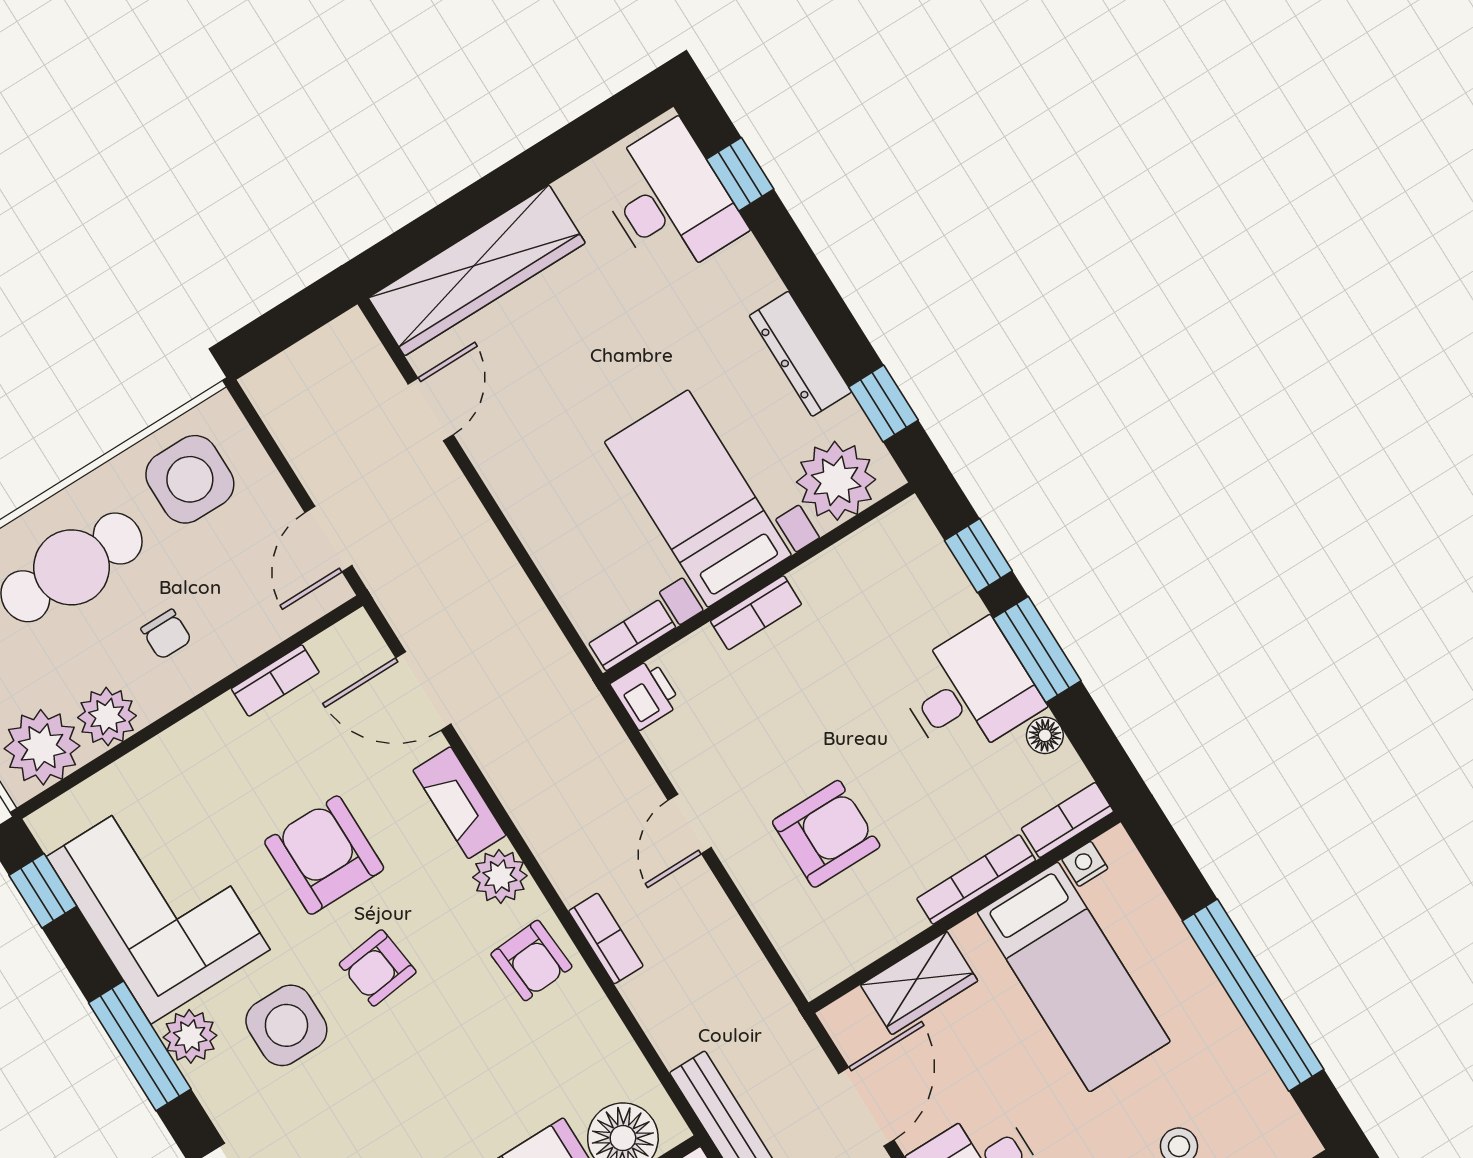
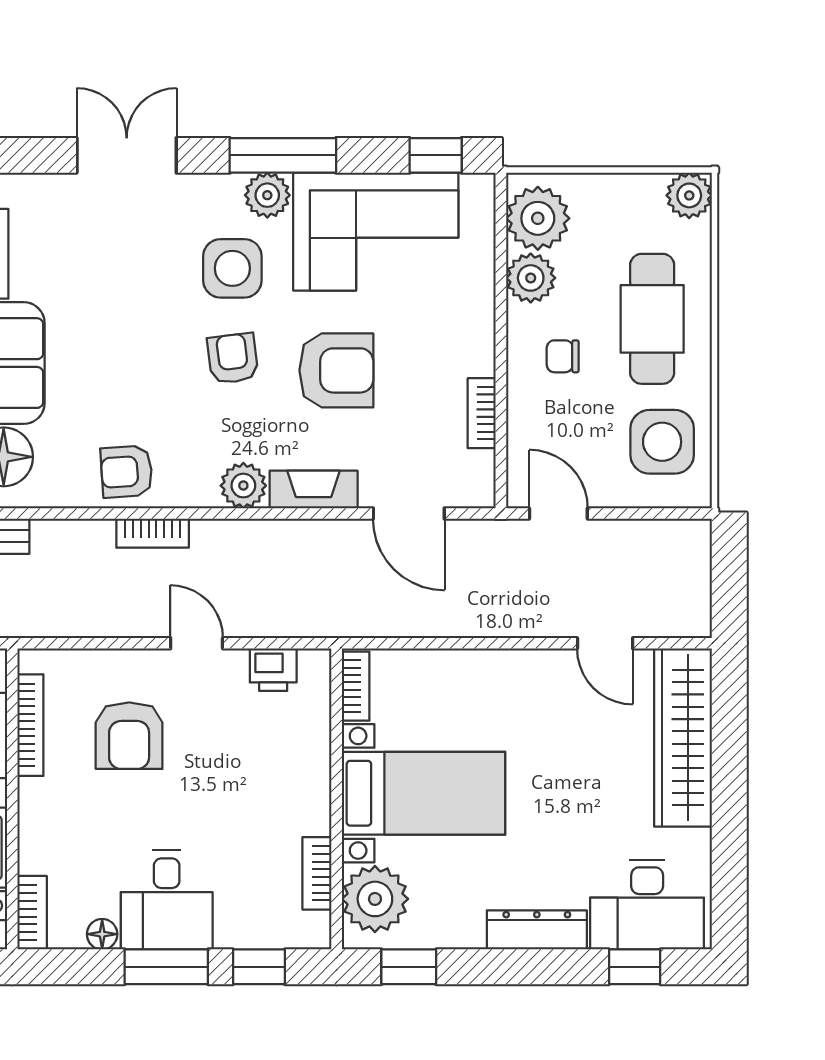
dresser: (800, 354) -> (537, 930), moved
bookcase: (756, 613) -> (317, 873), moved
door: (423, 691) -> (409, 513), swing flipped
printer: (646, 694) -> (273, 670), moved
bookcase: (976, 879) -> (30, 725), moved
armchair: (531, 960) -> (127, 472), moved

